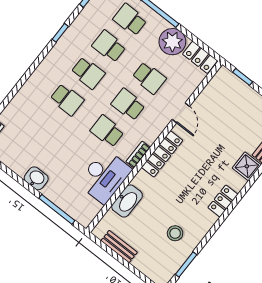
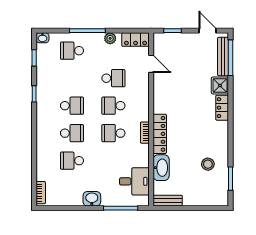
plant: (172, 42) -> (110, 38), width x0.53, depth x0.53
school desk: (109, 46) -> (72, 161), moved
door: (181, 113) -> (151, 64), moved
locker: (162, 154) -> (160, 134), moved
desk: (105, 176) -> (134, 181), moved, width x0.73
locker: (223, 201) -> (222, 108), moved
bench: (119, 247) -> (168, 201), moved

